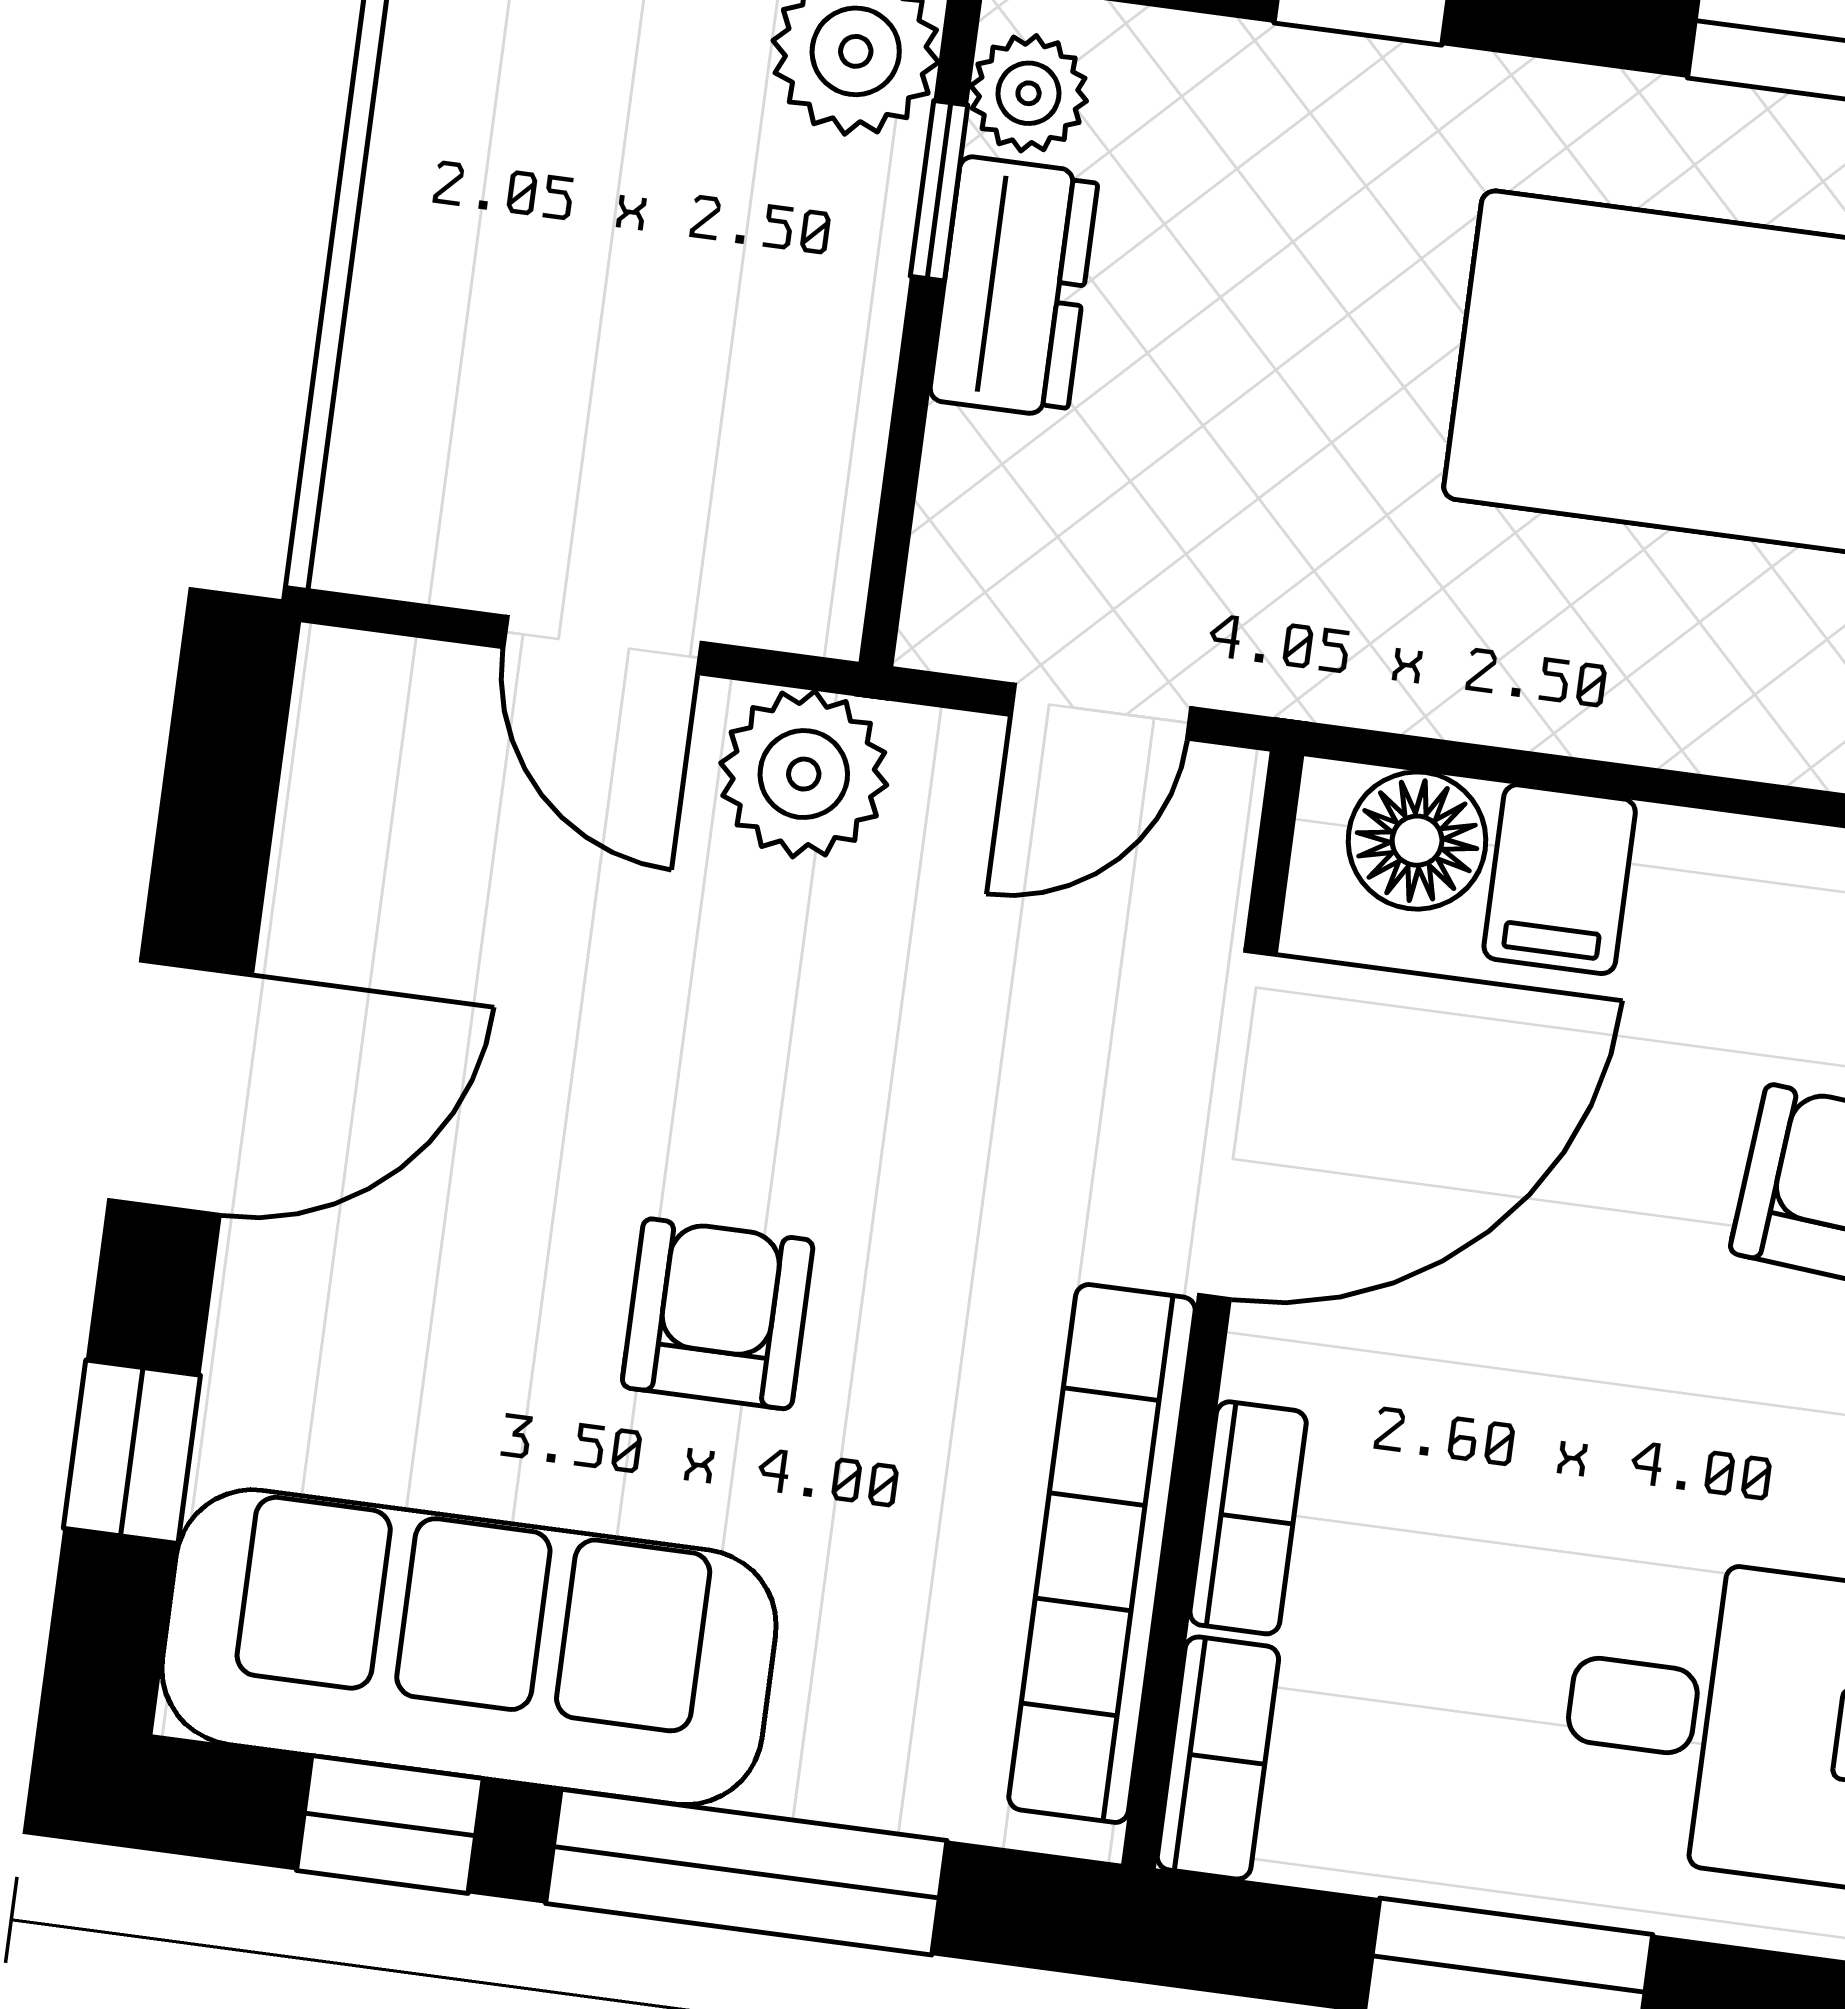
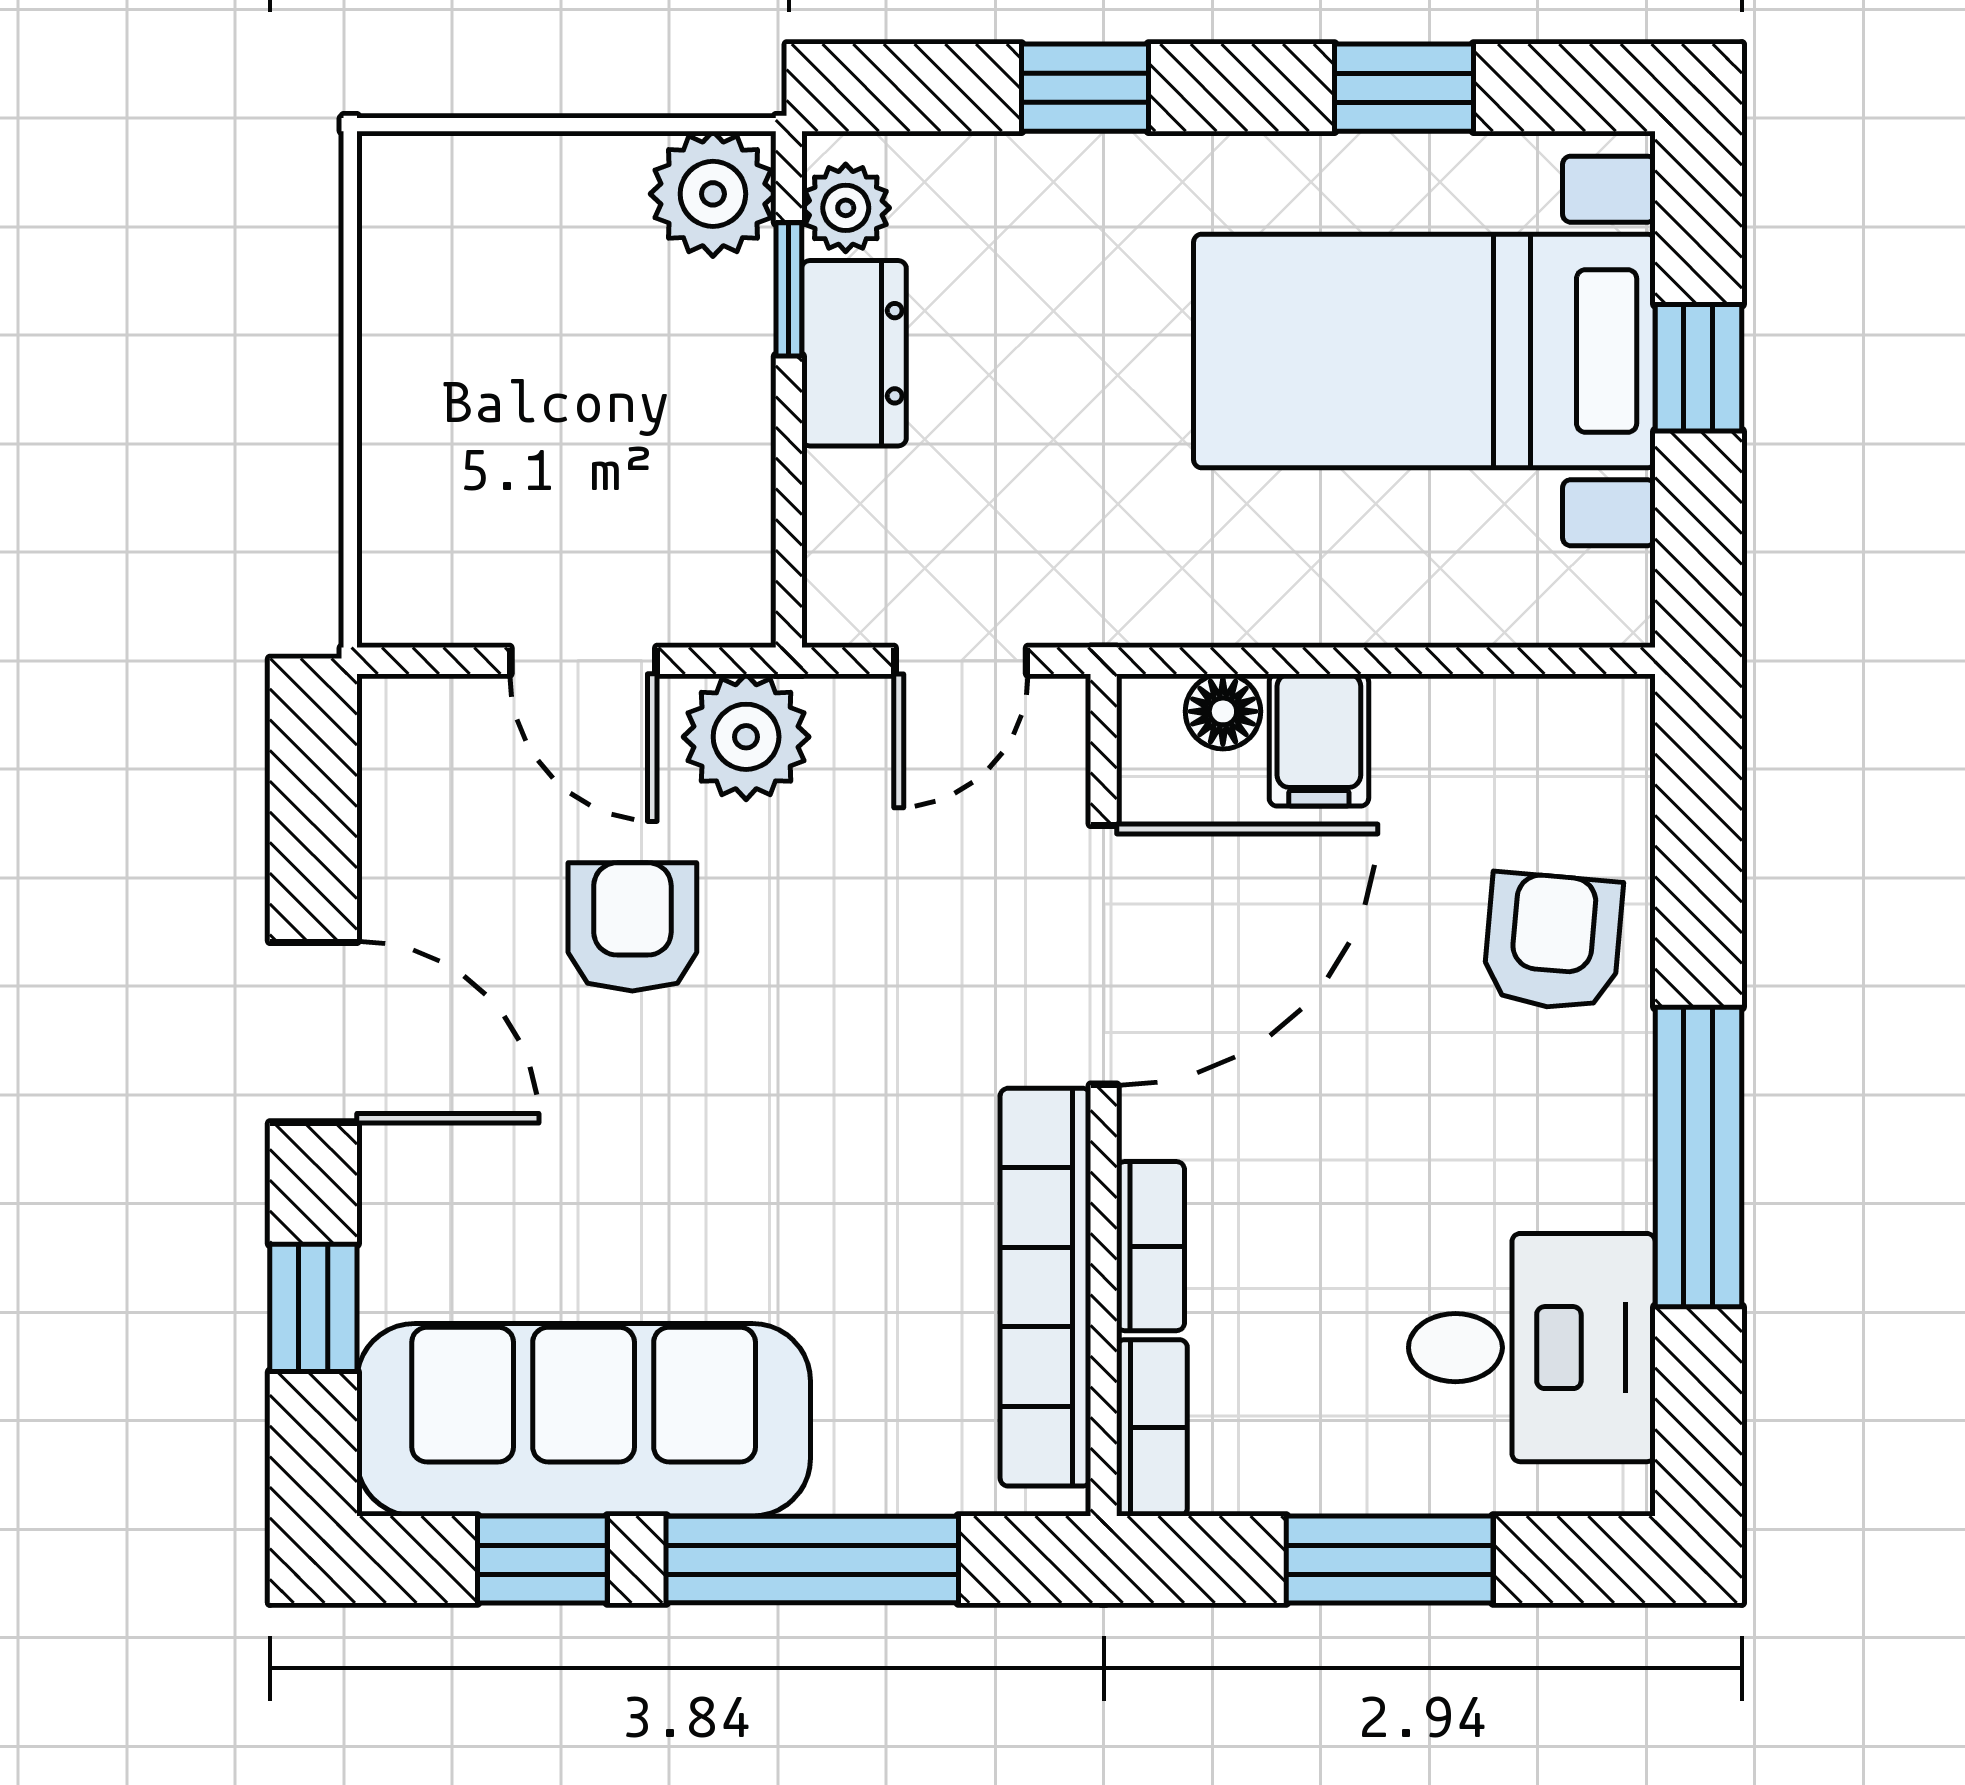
floor lamp: (1417, 841) -> (1223, 711), width x0.73, depth x0.73
door: (180, 1088) -> (313, 1032), hinge flipped
armchair: (718, 1314) -> (632, 927), moved

